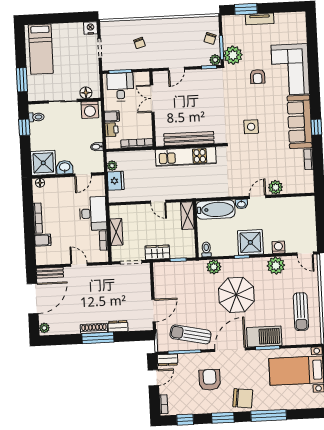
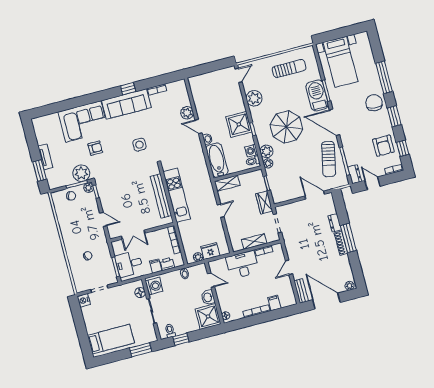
washing machine: (278, 247) -> (251, 151), moved
plant: (200, 266) -> (268, 163), added
armchair: (210, 380) -> (383, 146), moved, turned -90

